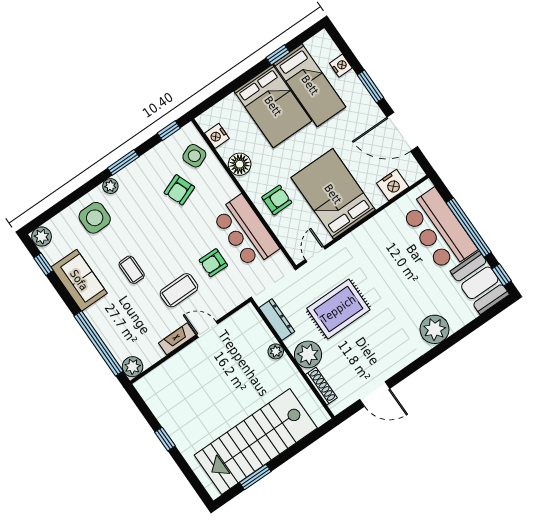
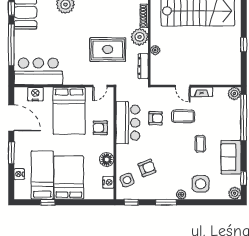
bar counter: (439, 230) -> (38, 71), moved, turned -90

